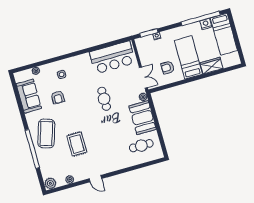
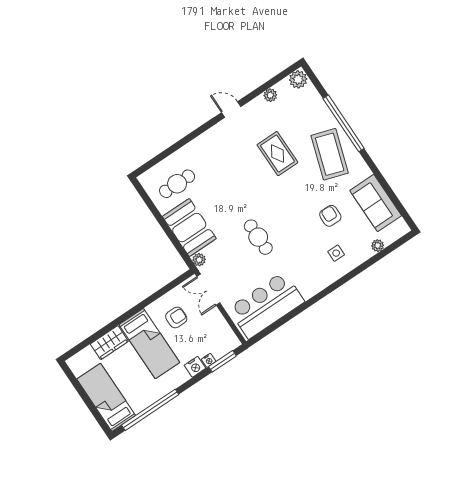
nightstand: (206, 24) -> (195, 367), moved

